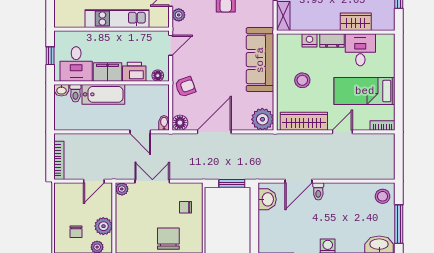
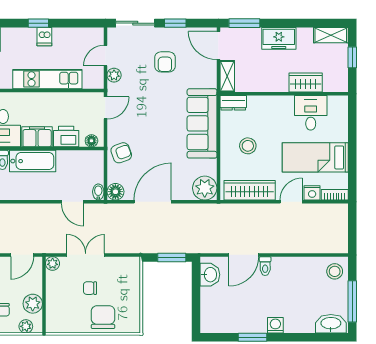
nightstand: (309, 40) -> (312, 193), moved, turned 180
dresser: (332, 40) -> (233, 103), moved
chair: (185, 207) -> (90, 288), moved

